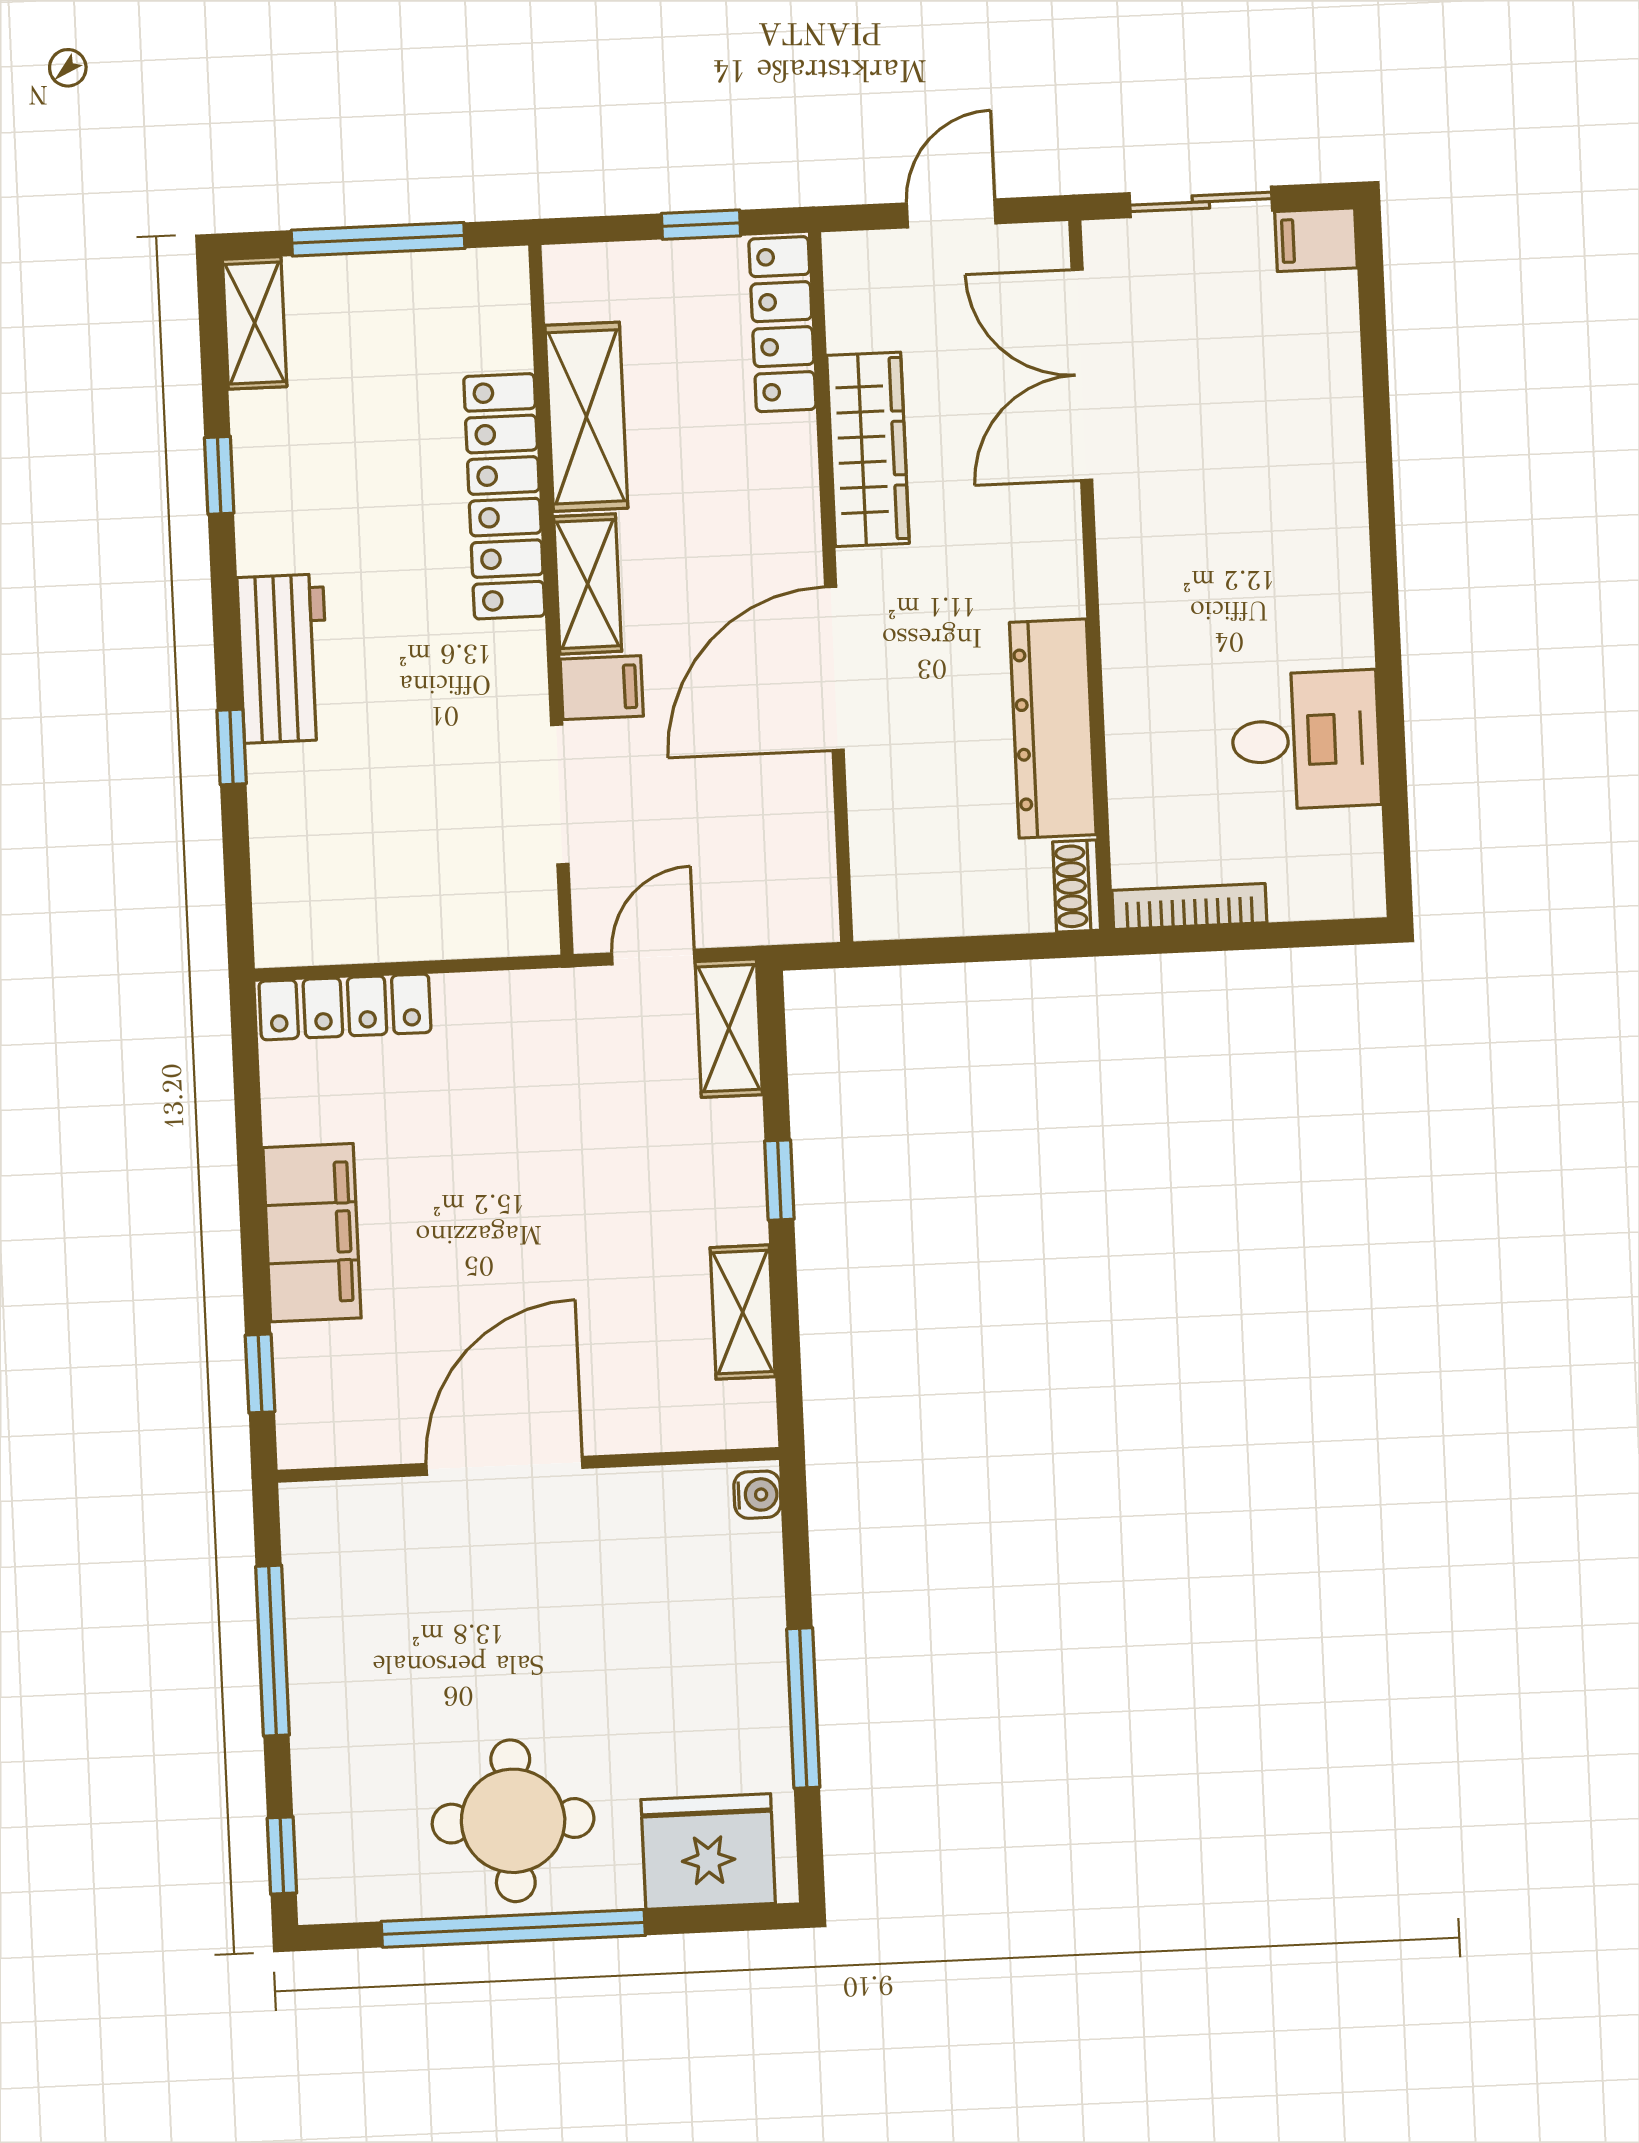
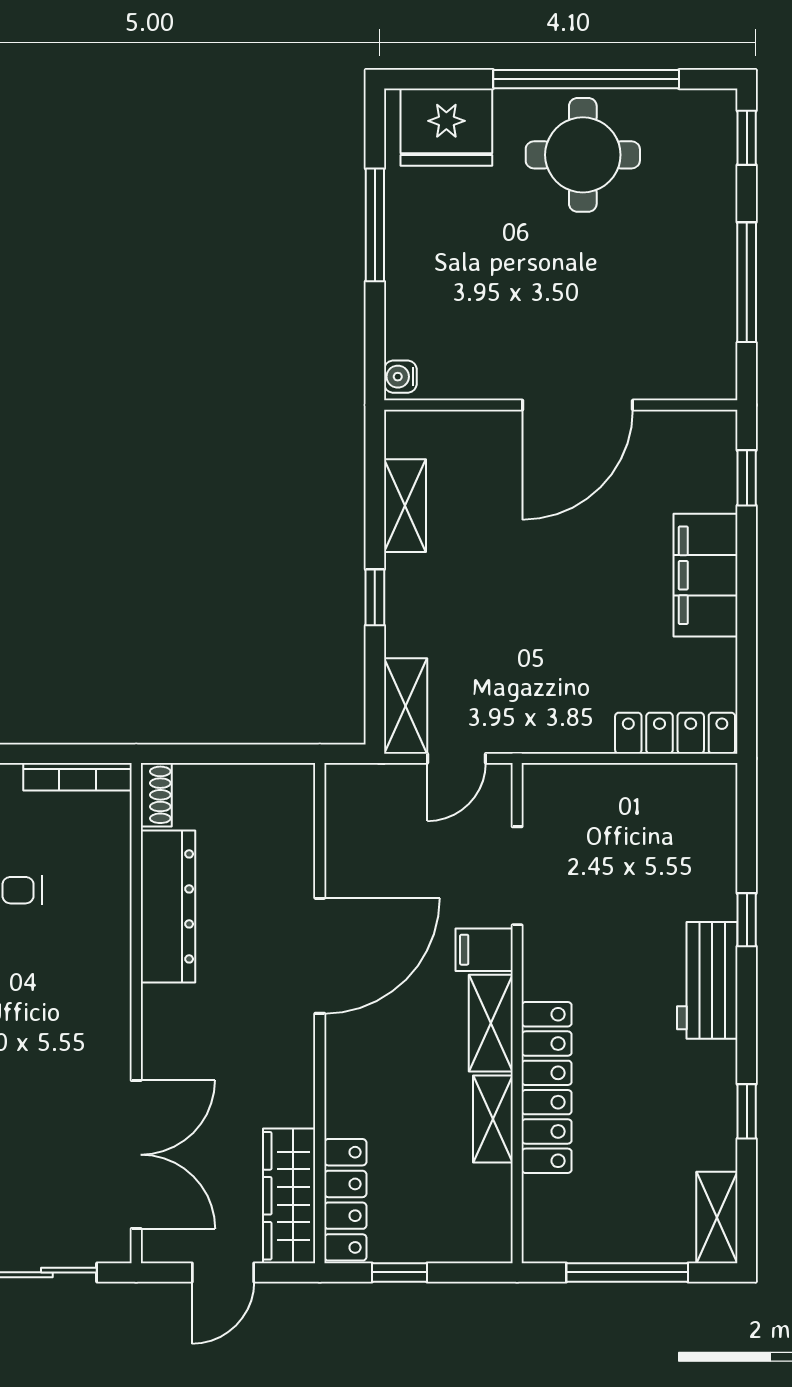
shelving: (586, 417) -> (493, 1119), width x0.67, depth x0.75
wardrobe: (868, 449) -> (289, 1196), moved

